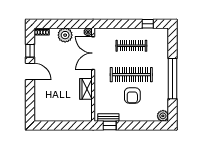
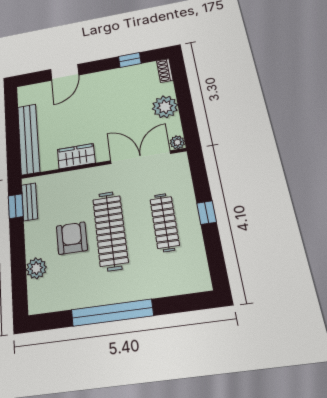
window: (148, 24) -> (207, 213), moved
door: (30, 72) -> (65, 72), moved
armchair: (132, 96) -> (72, 238), turned 90
bench: (70, 116) -> (29, 139), added
plant: (163, 116) -> (36, 268), moved

